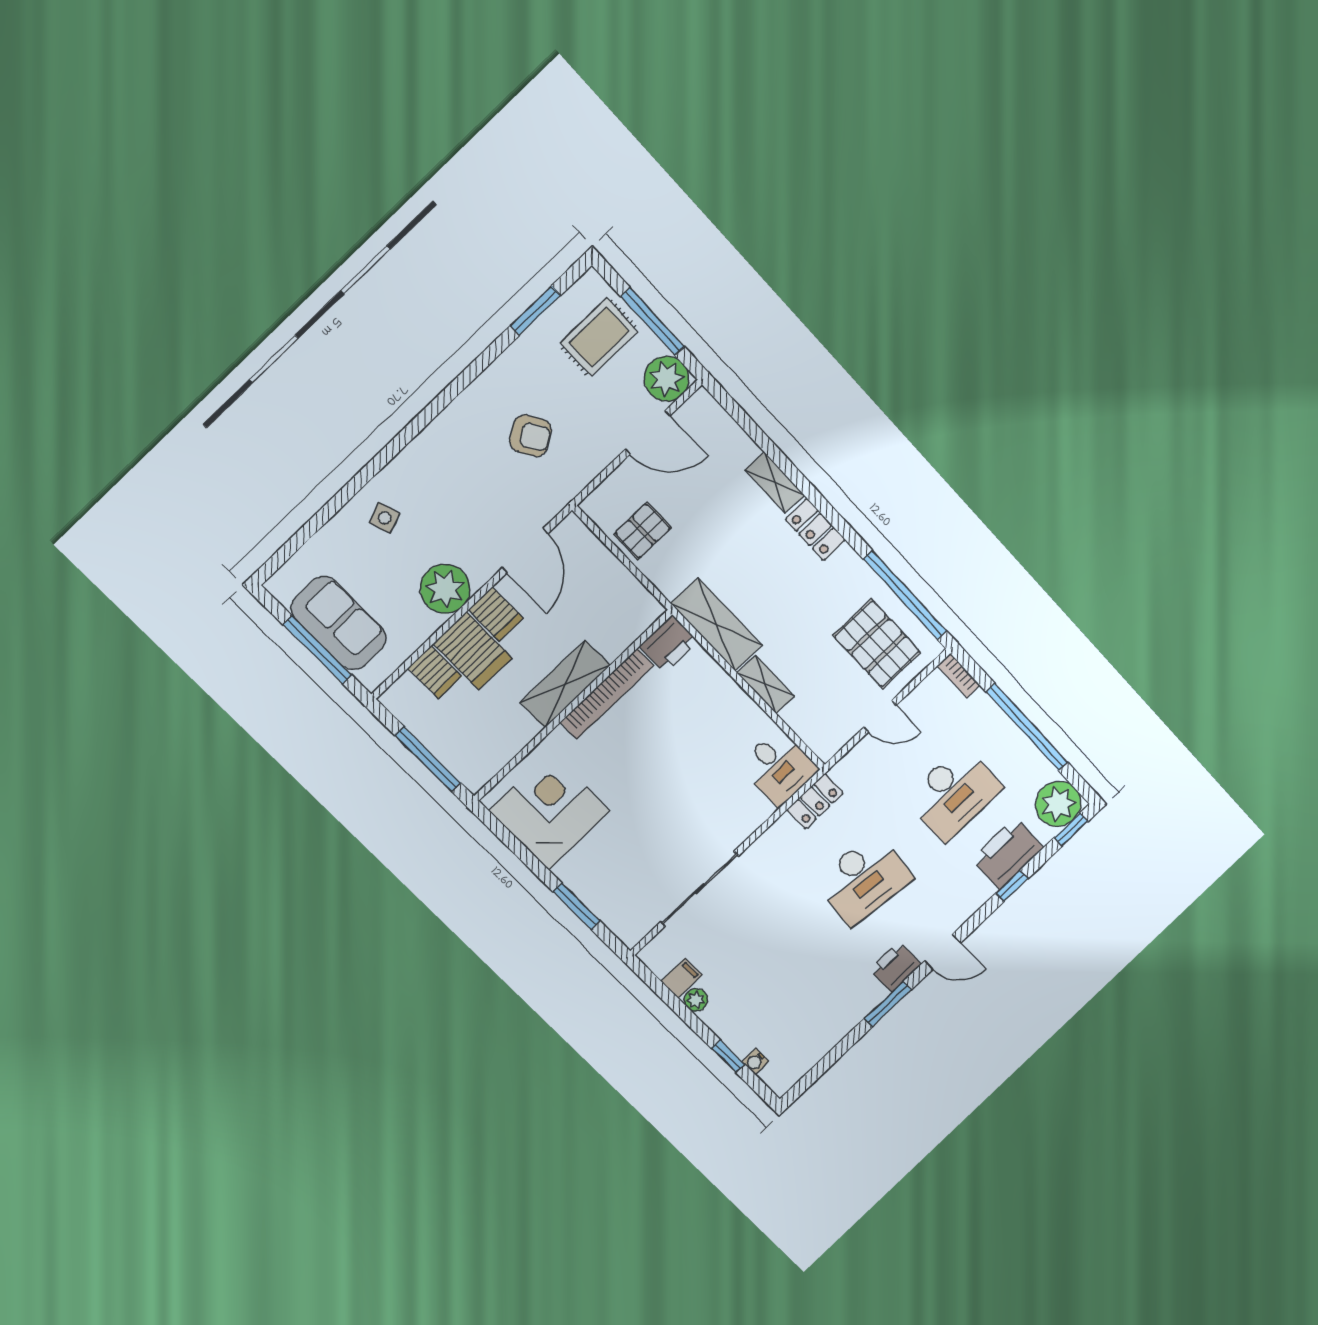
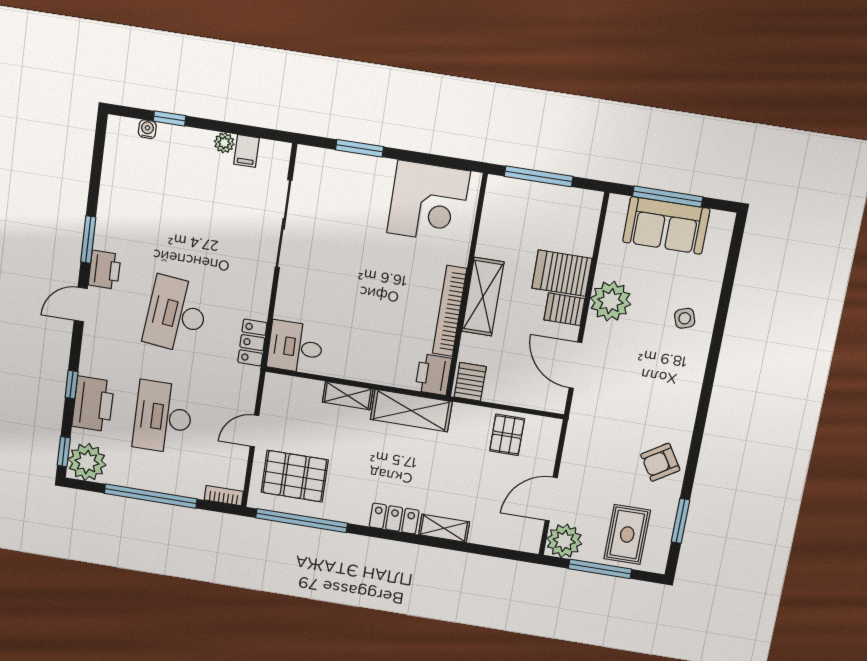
armchair: (531, 436) -> (660, 462), moved
server rack: (435, 672) -> (470, 382), moved, turned 90

